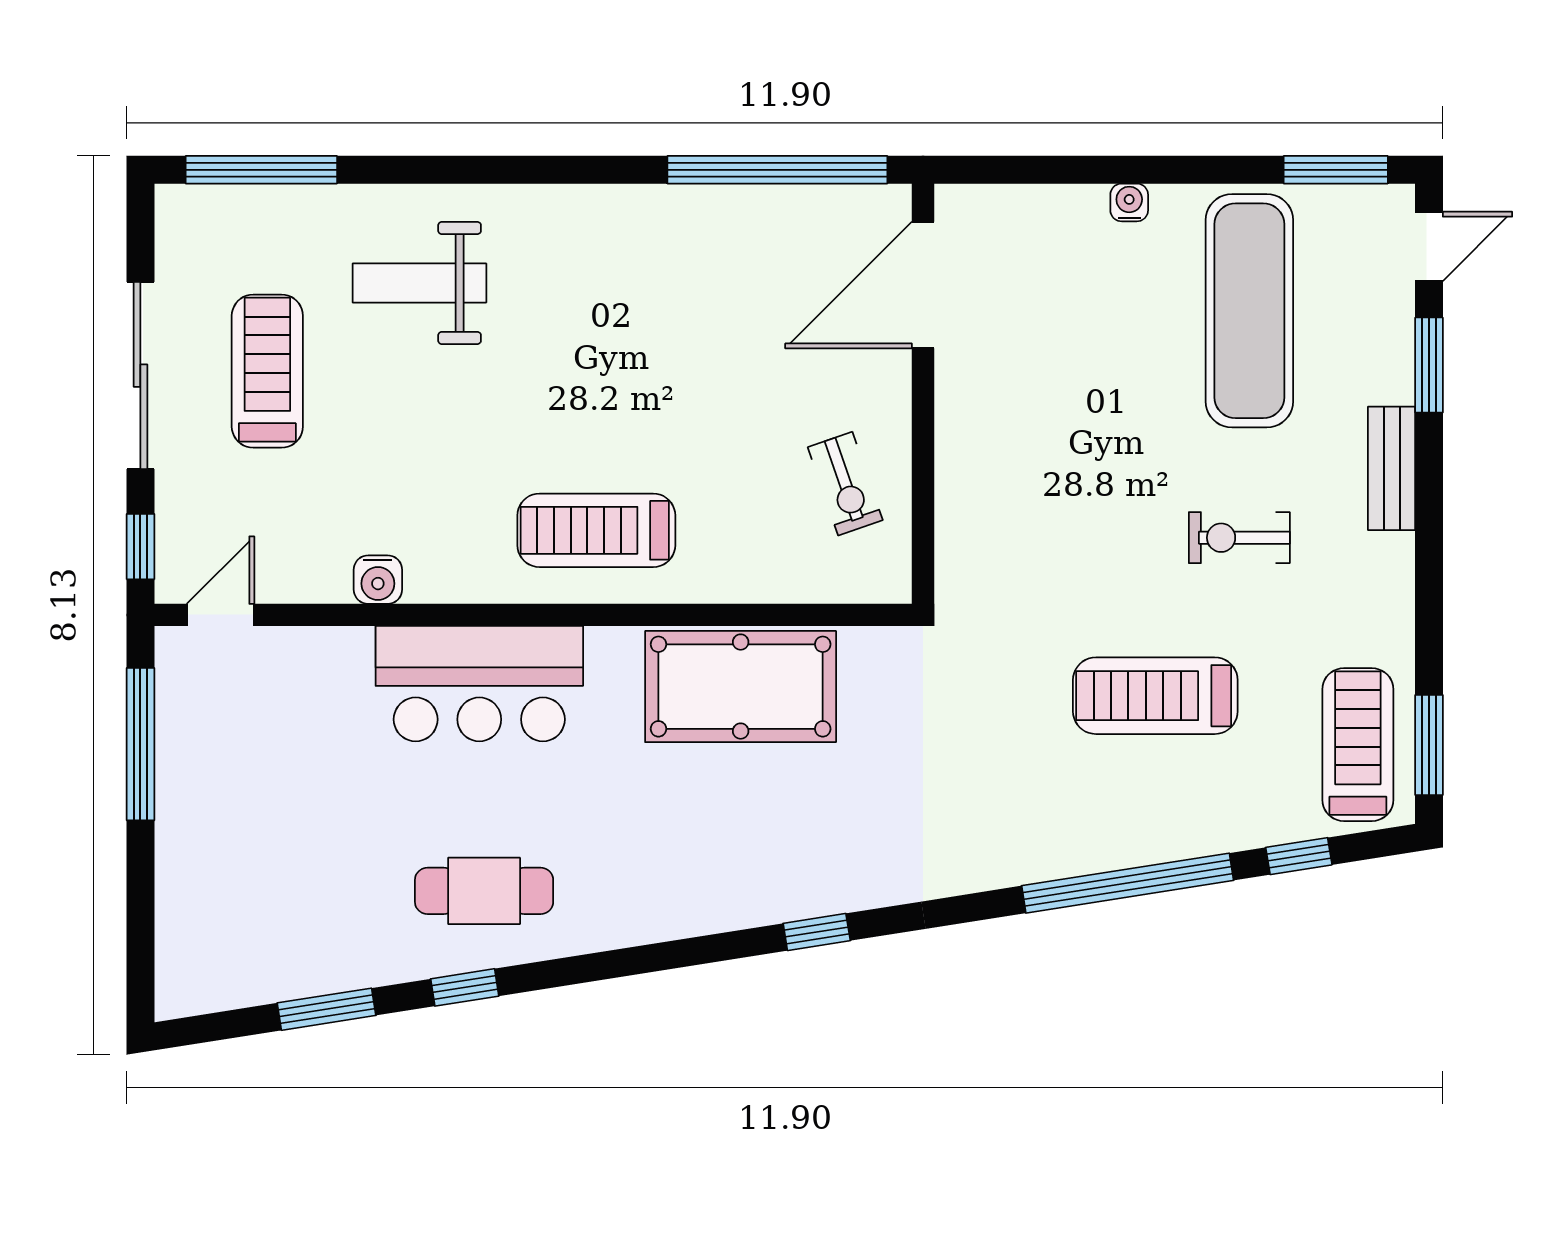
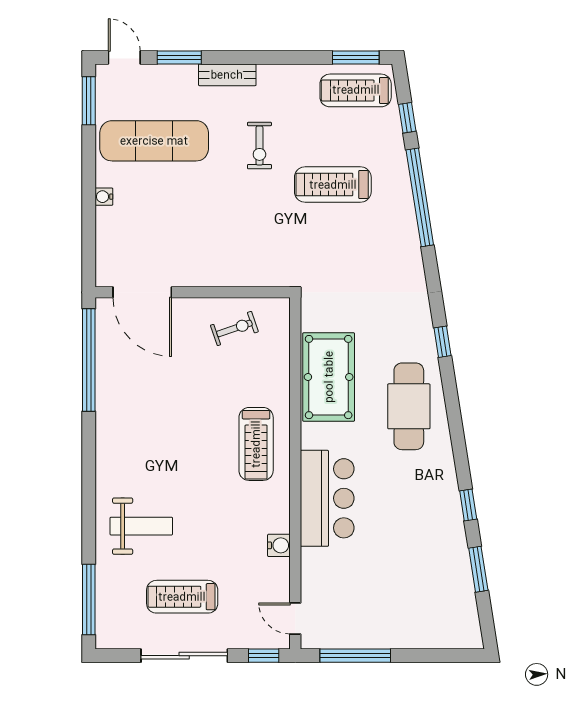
weight bench: (419, 283) -> (141, 526), turned -90
treadmill: (1155, 696) -> (333, 185), turned 90
cafe table: (484, 891) -> (409, 406), moved, width x1.37, depth x1.35

